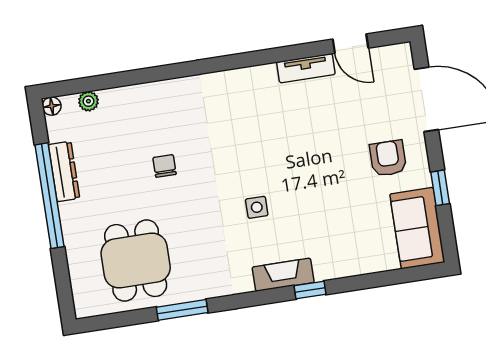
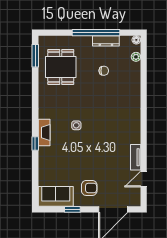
chair: (164, 166) -> (104, 71), moved
dining table: (136, 261) -> (61, 67), turned 90
window: (182, 310) -> (35, 56), moved

